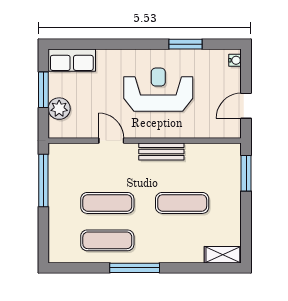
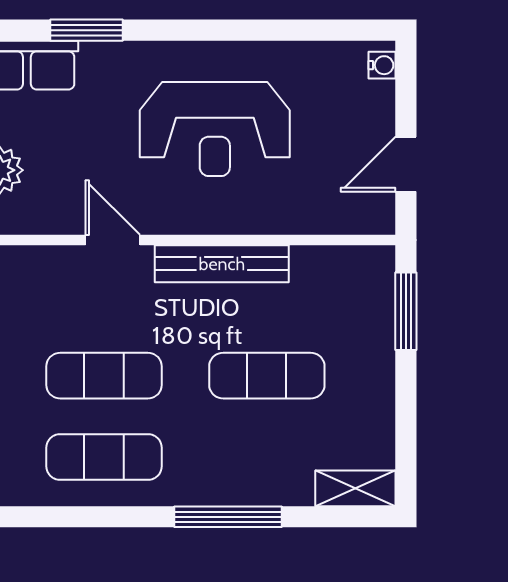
window: (185, 44) -> (86, 30), moved
reception desk: (158, 90) -> (215, 129), turned 180
bench: (161, 152) -> (222, 264), width x1.36
window: (135, 268) -> (228, 517), moved

